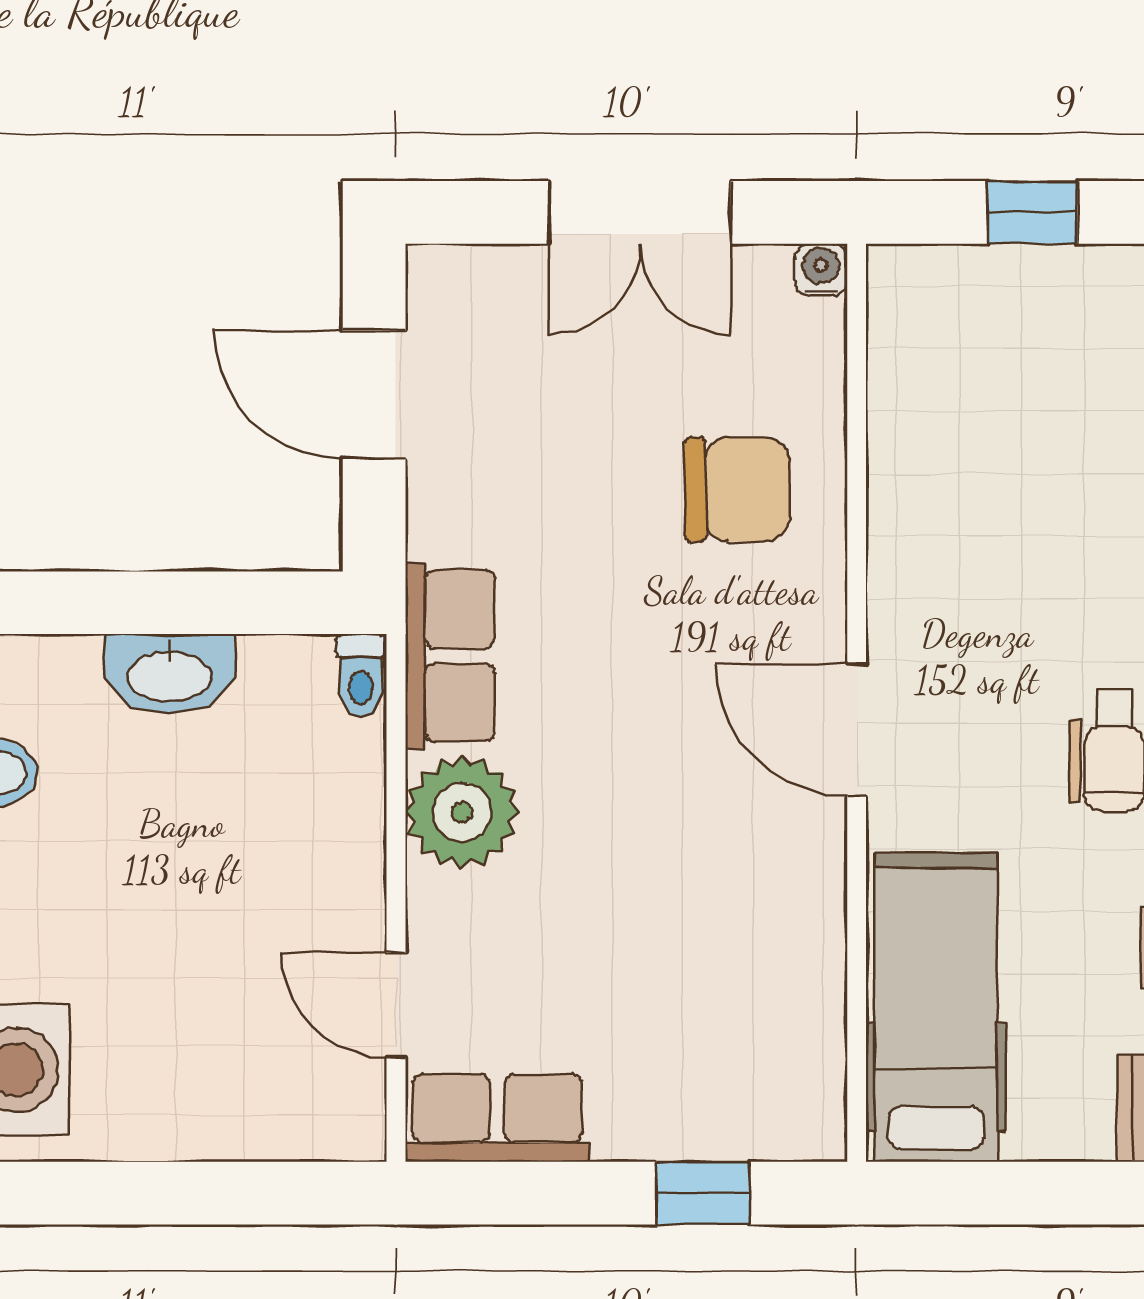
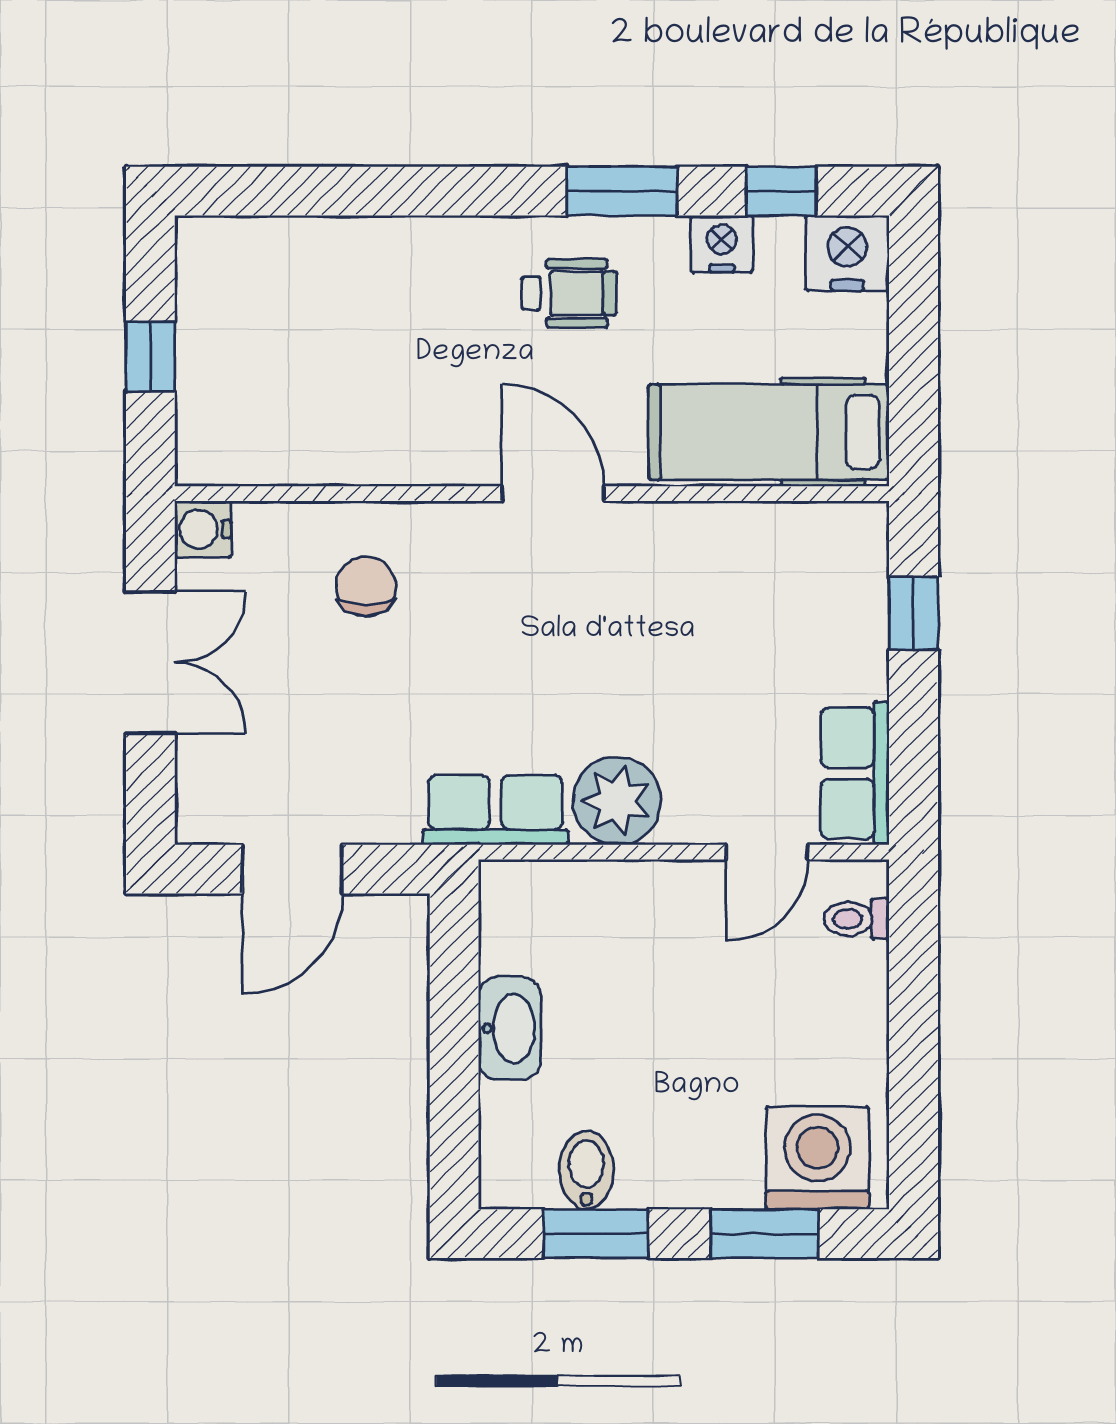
water cooler: (821, 270) -> (203, 529), width x1.38, depth x1.38
chair: (737, 489) -> (366, 586), width x0.73, depth x0.73
toilet: (361, 676) -> (857, 919), moved, turned 180
door: (857, 730) -> (553, 494), swing flipped

